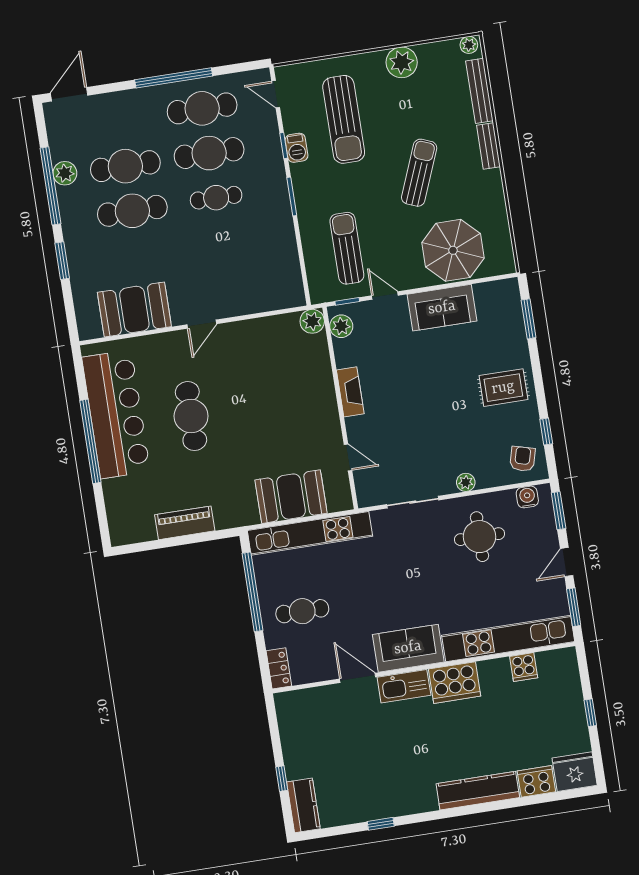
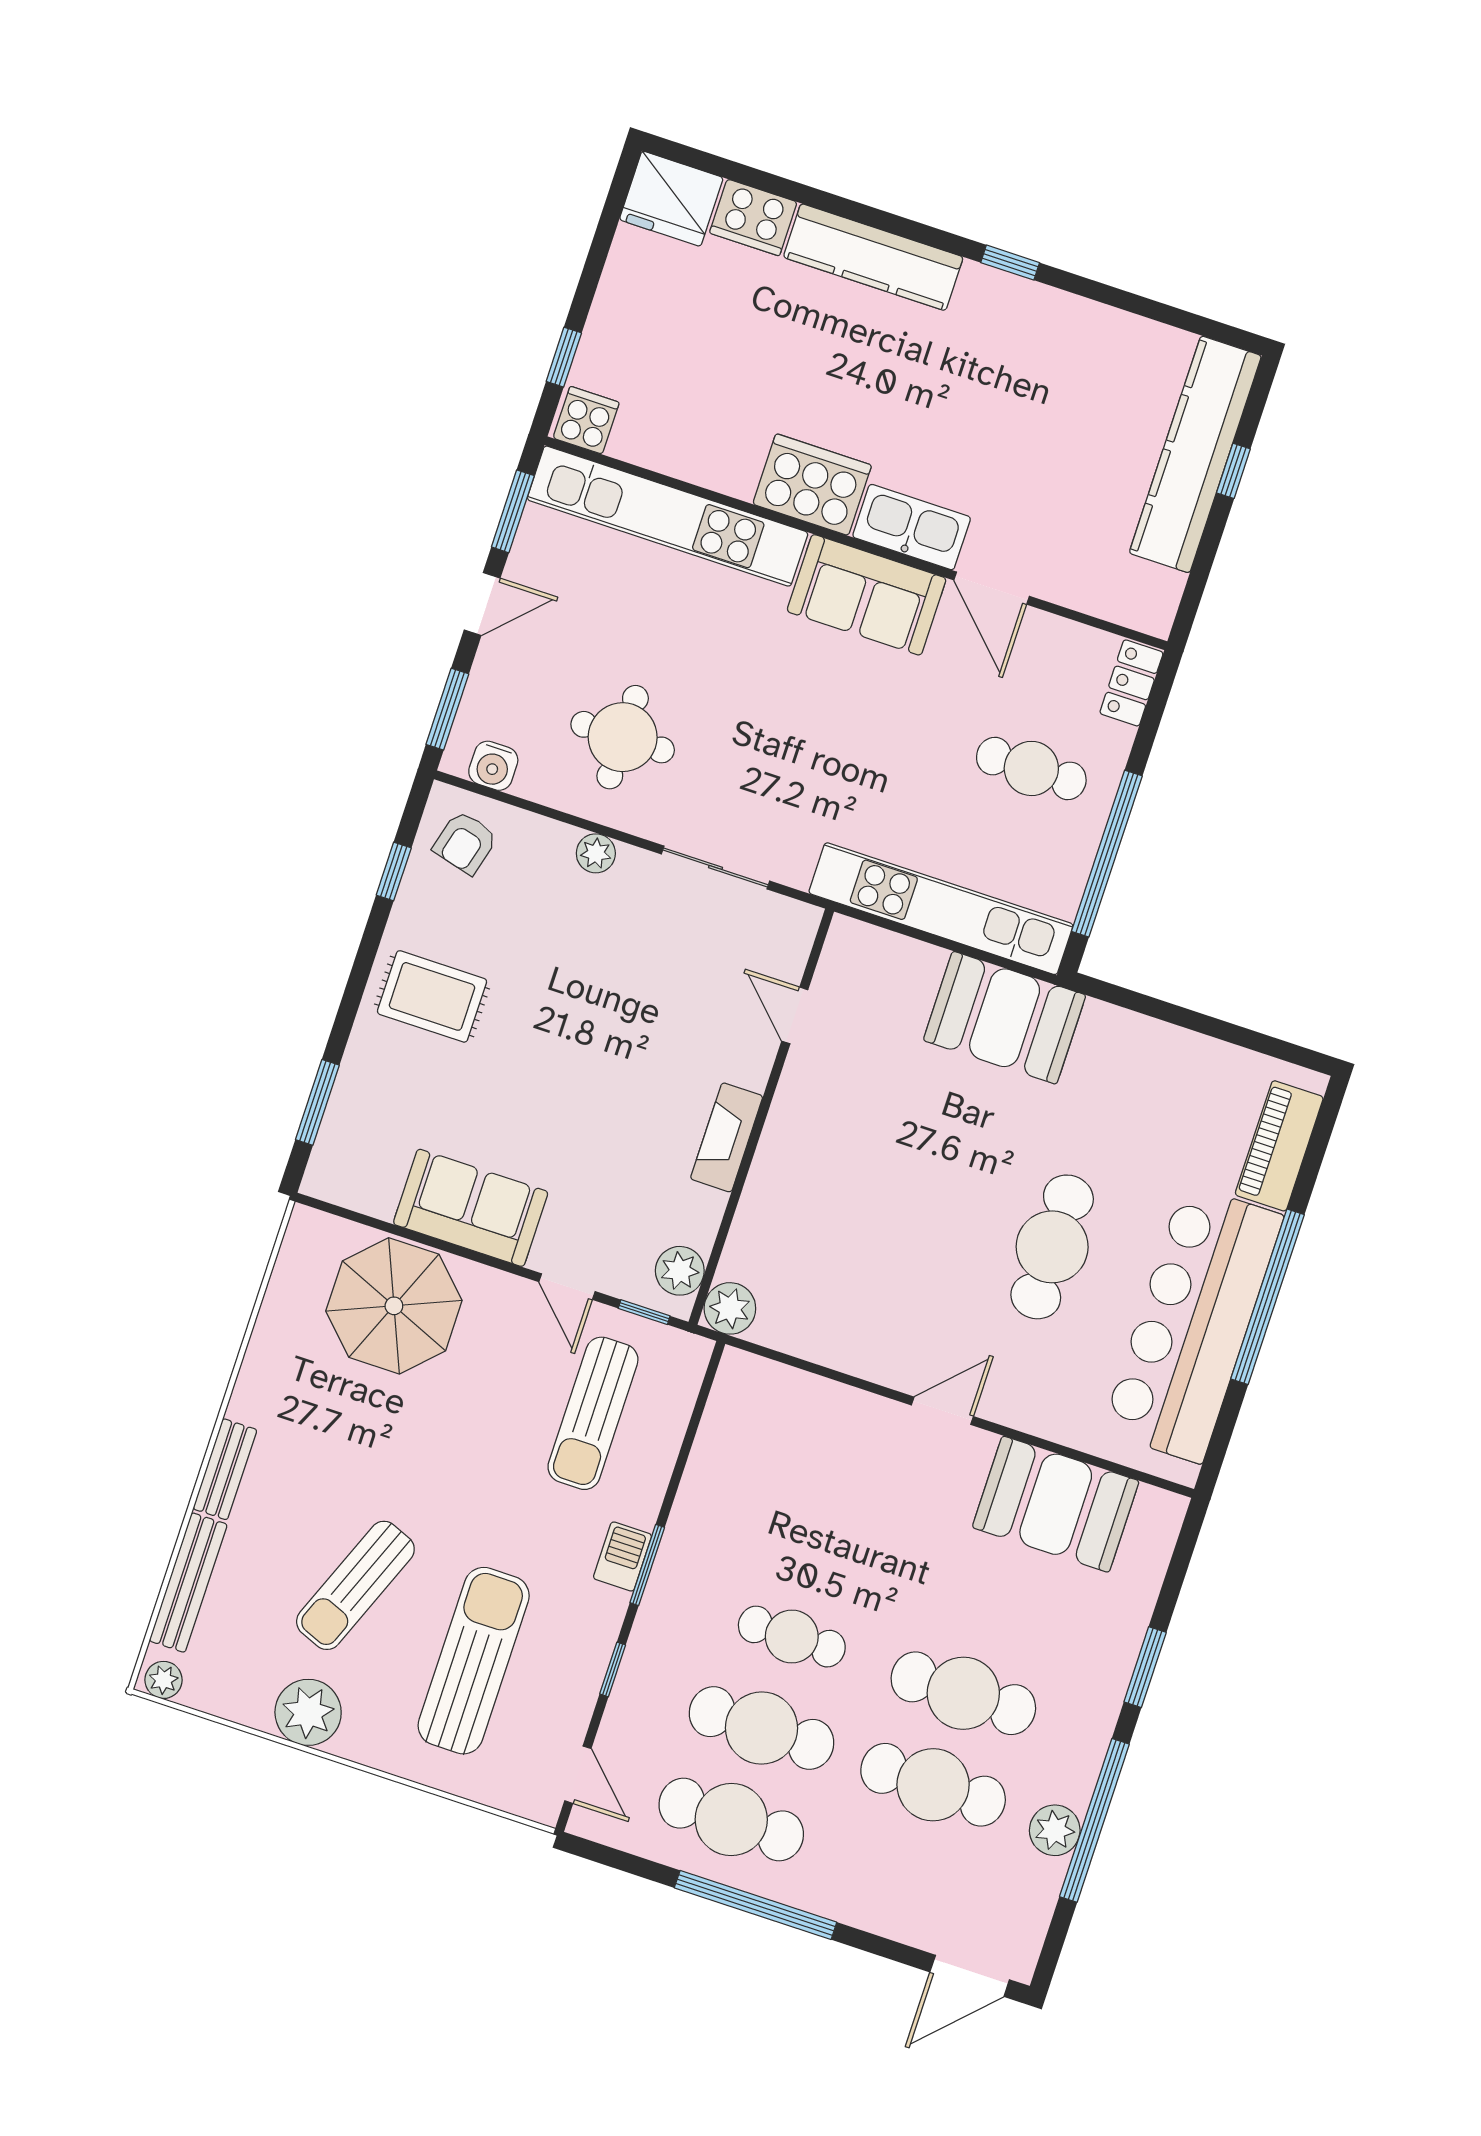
barbecue: (297, 148) -> (622, 1557), moved
sun lounger: (419, 173) -> (355, 1585), moved
booth: (291, 497) -> (1005, 1018), moved
piano: (185, 523) -> (1279, 1146), moved, turned 90
cooker: (524, 667) -> (586, 420), moved
window: (590, 713) -> (564, 357), moved
kitchen counter: (303, 805) -> (1195, 454), width x2.08, depth x1.17
window: (381, 824) -> (1010, 263), moved

